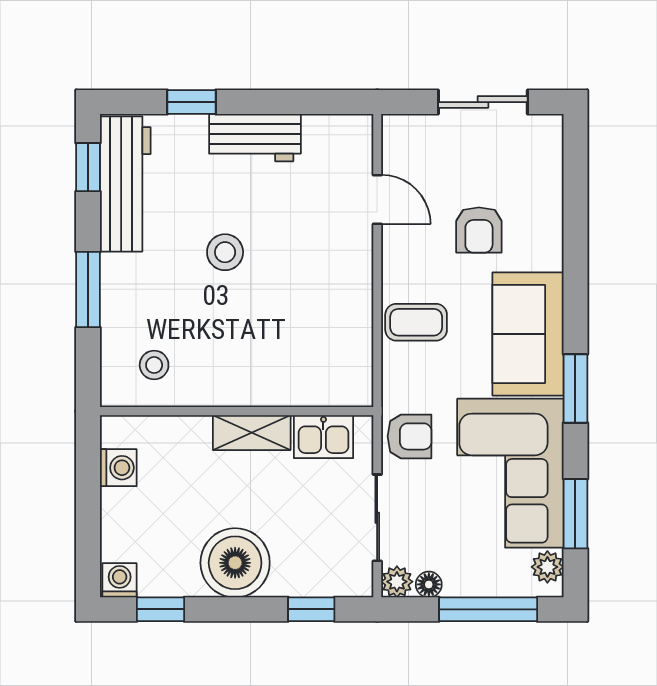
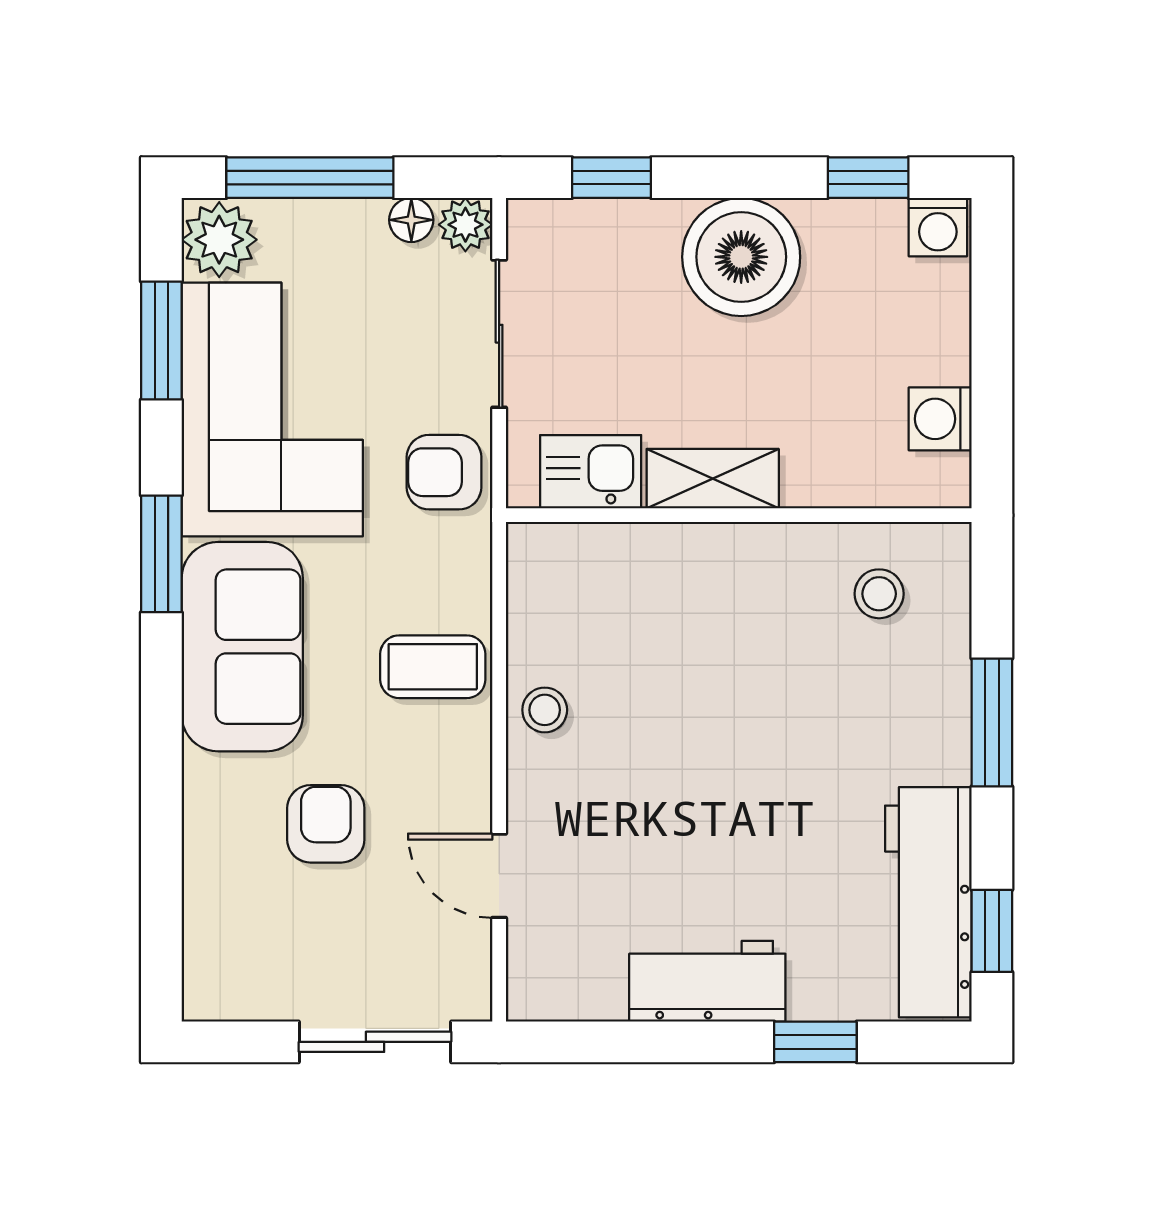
sliding door: (483, 102) -> (375, 1042), moved
stool: (225, 252) -> (545, 710), moved, width x0.73, depth x0.73
plant: (547, 567) -> (219, 240), width x1.38, depth x1.38

